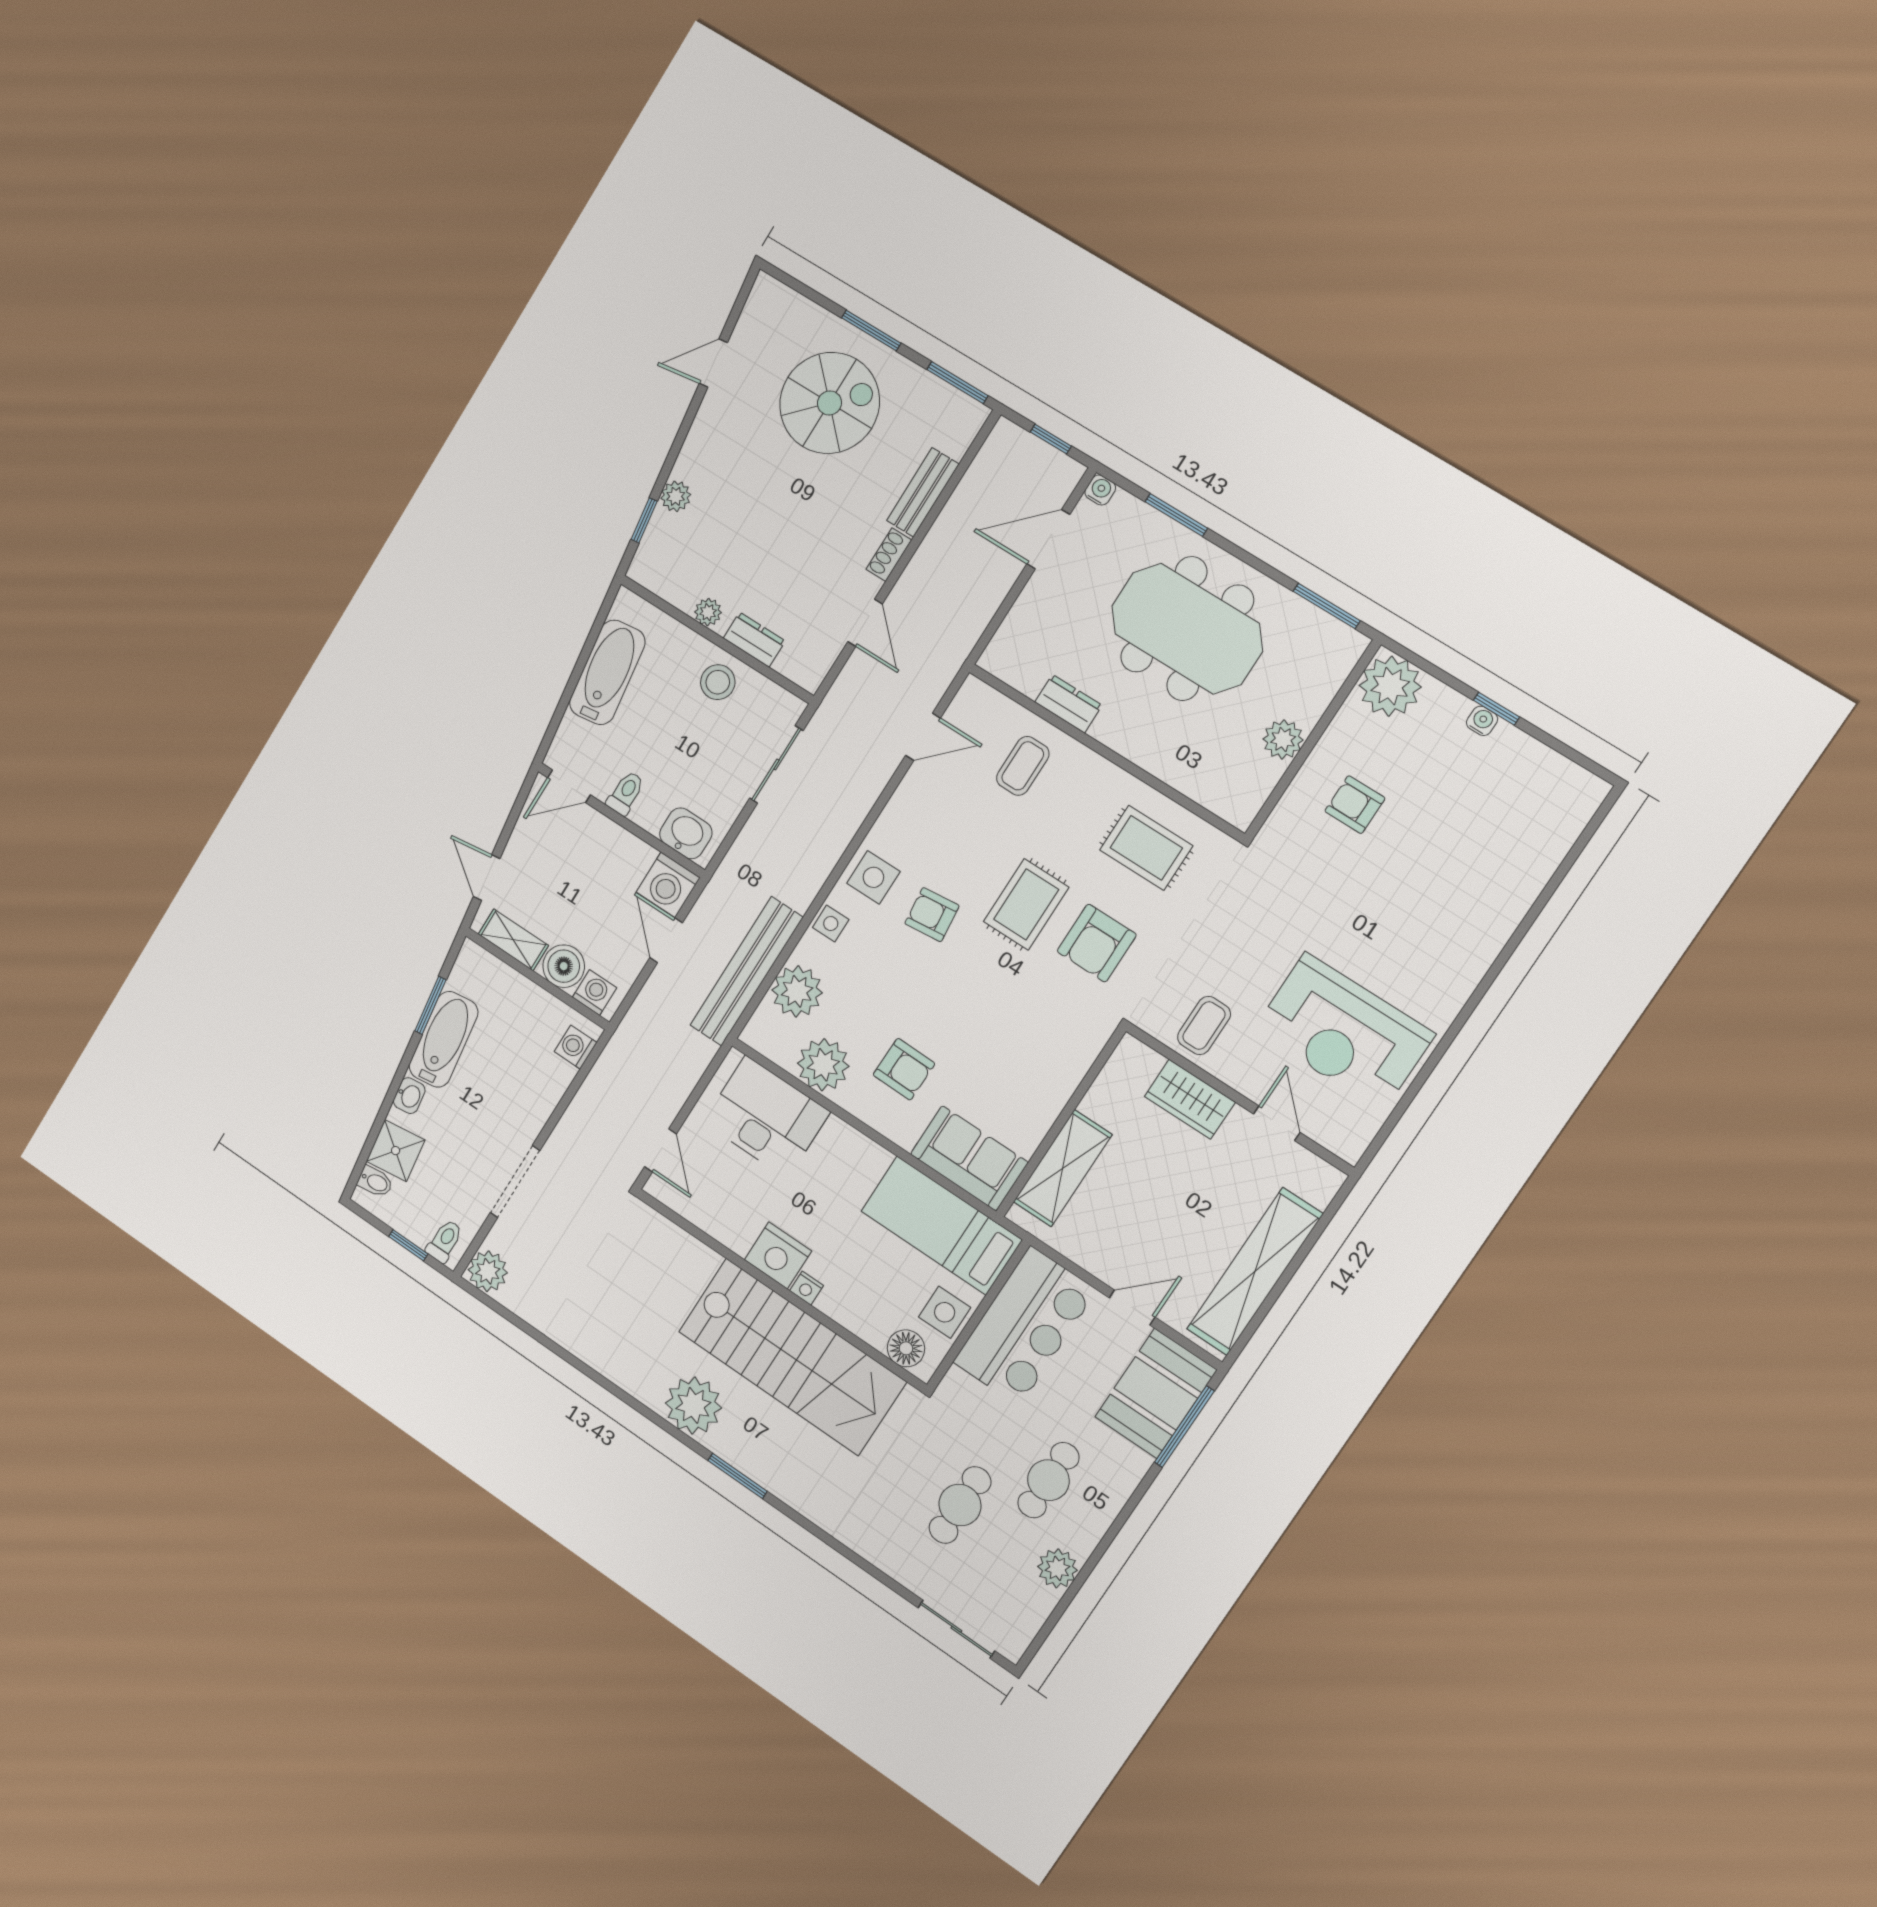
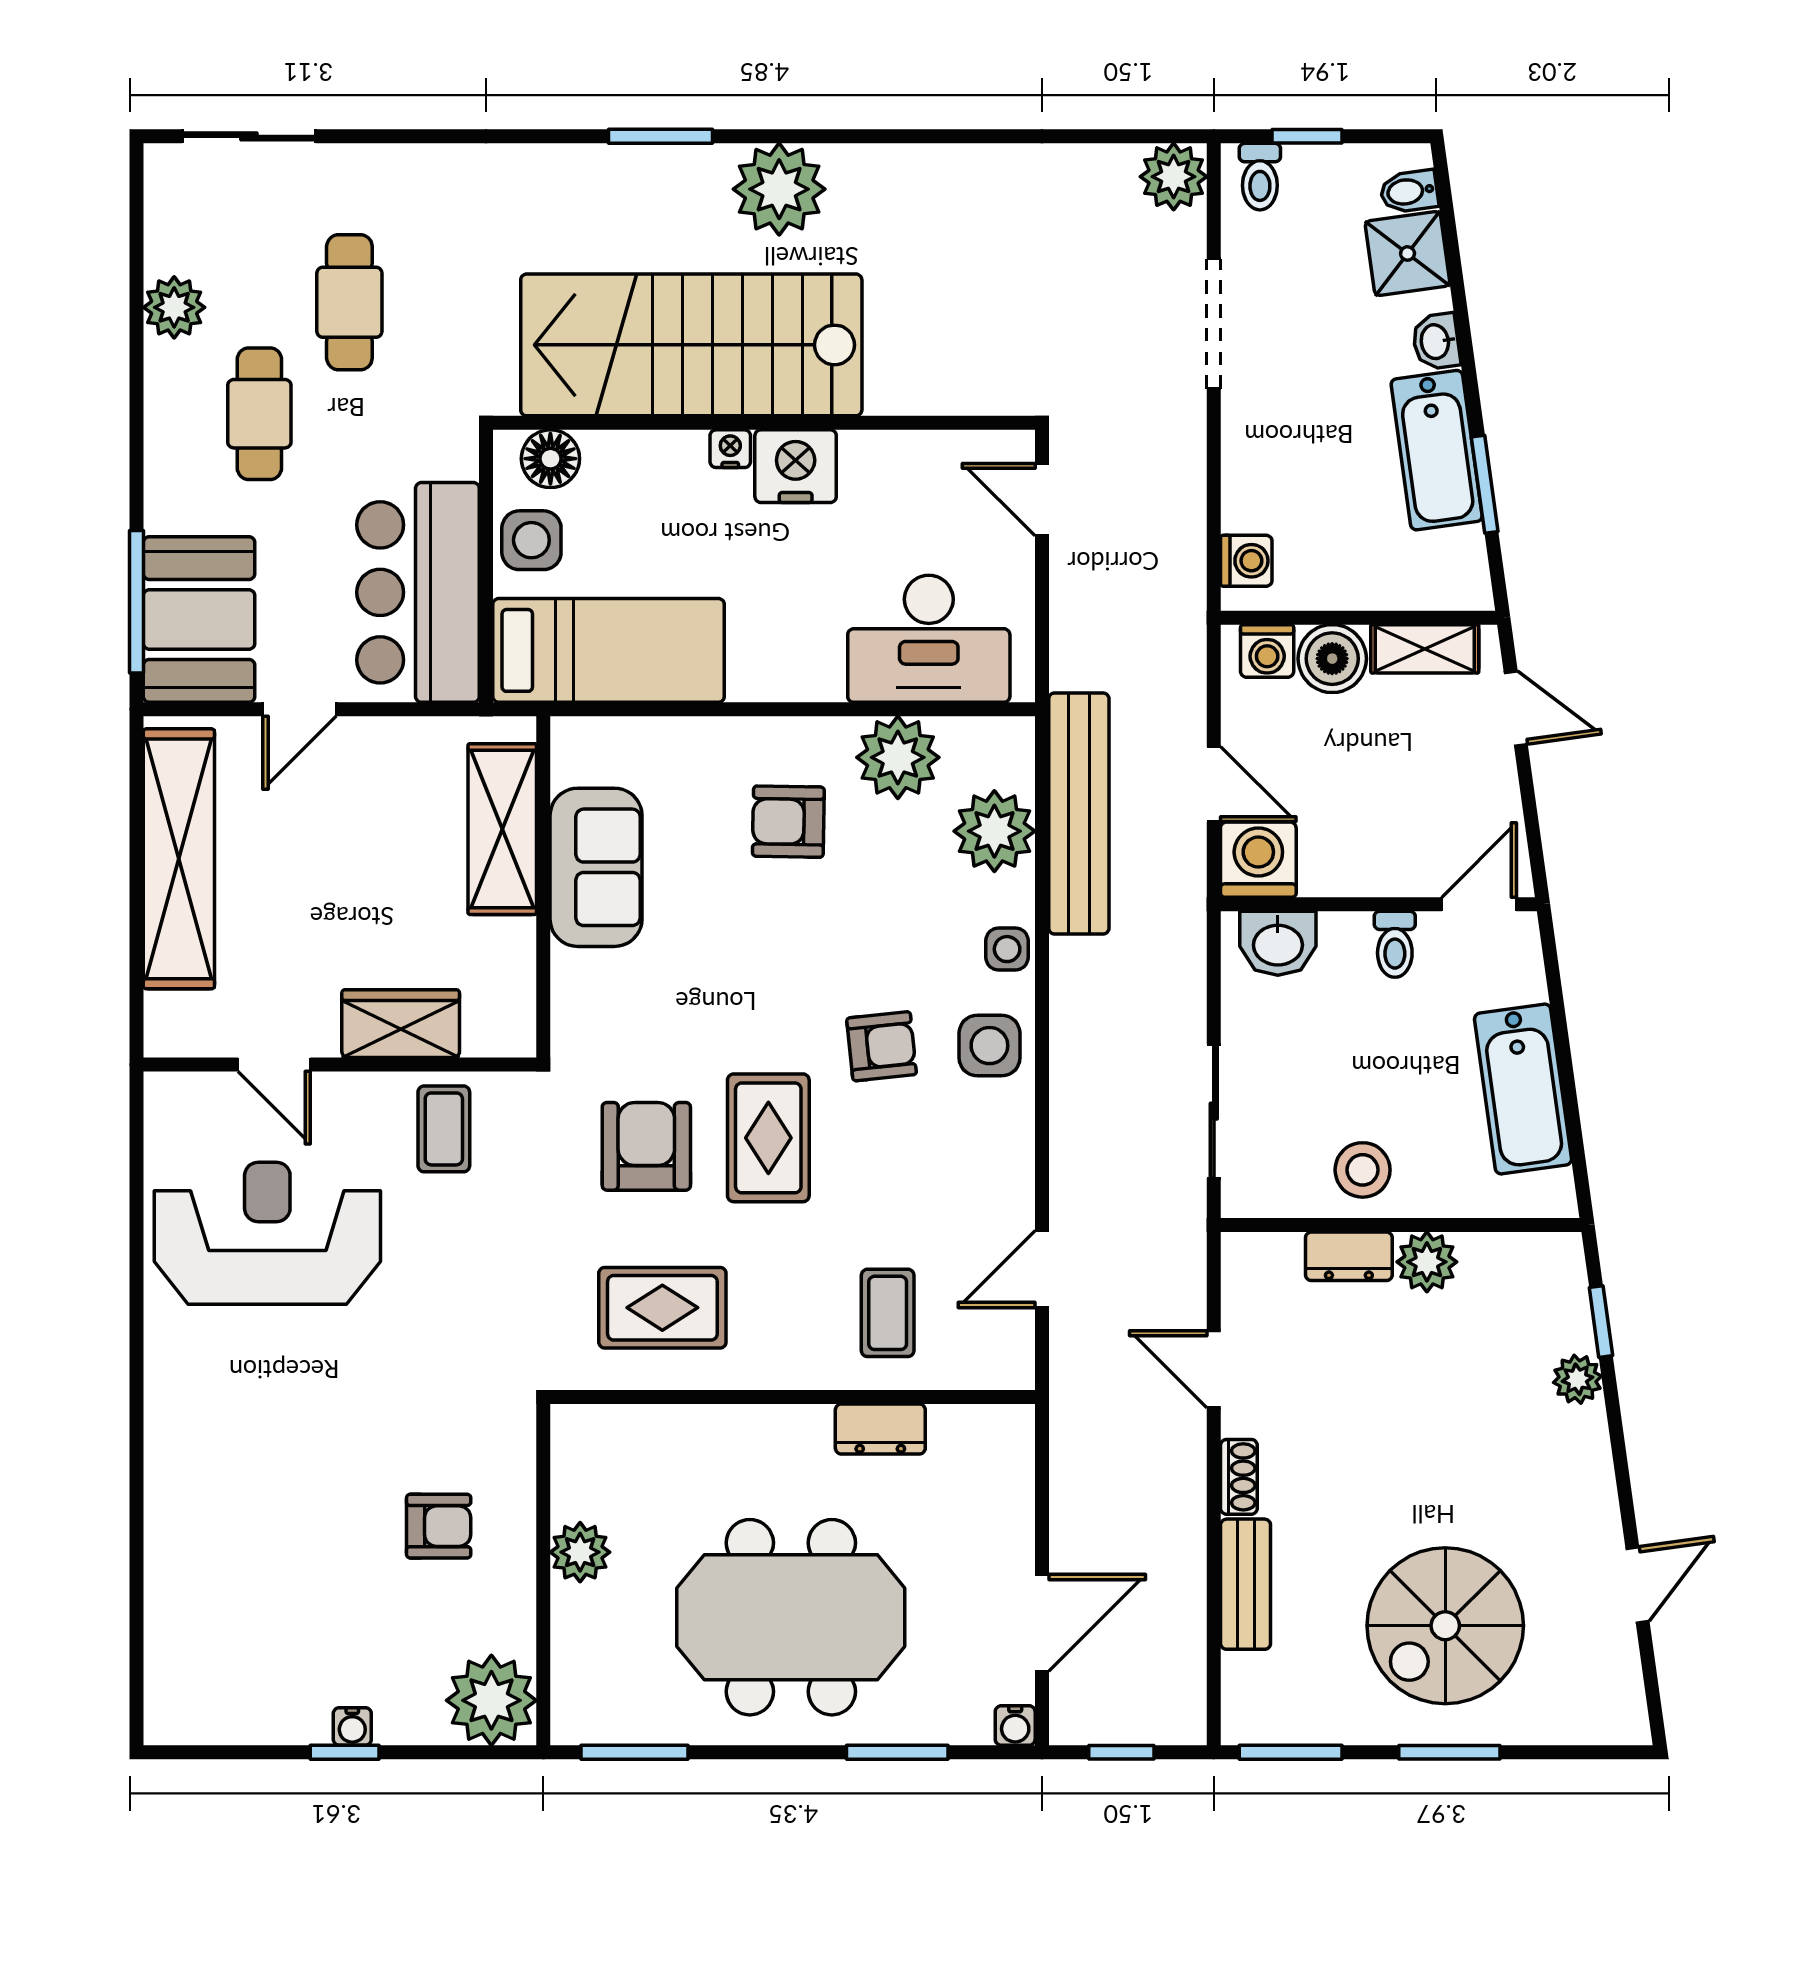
plant: (708, 612) -> (1427, 1262), width x1.38, depth x1.38
sofa: (969, 1158) -> (596, 867), moved, turned -90

